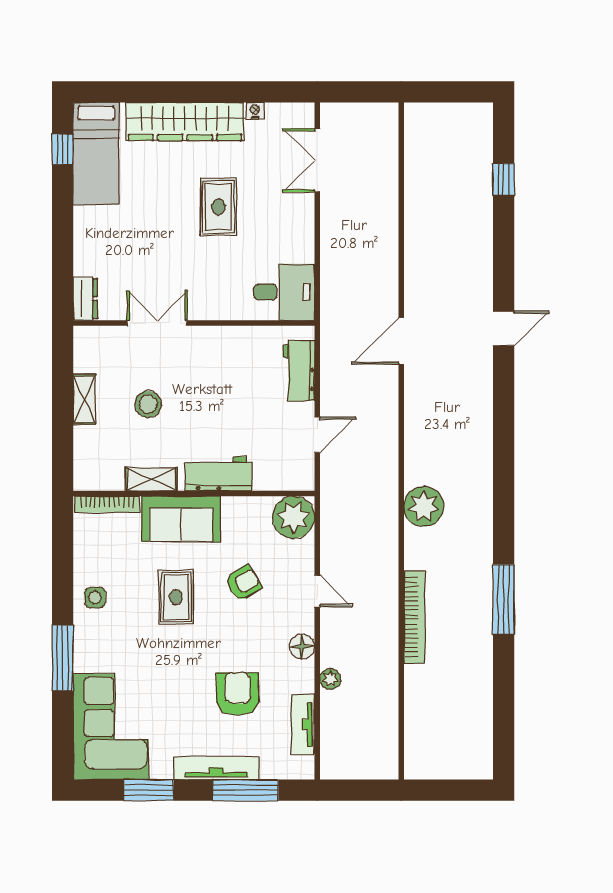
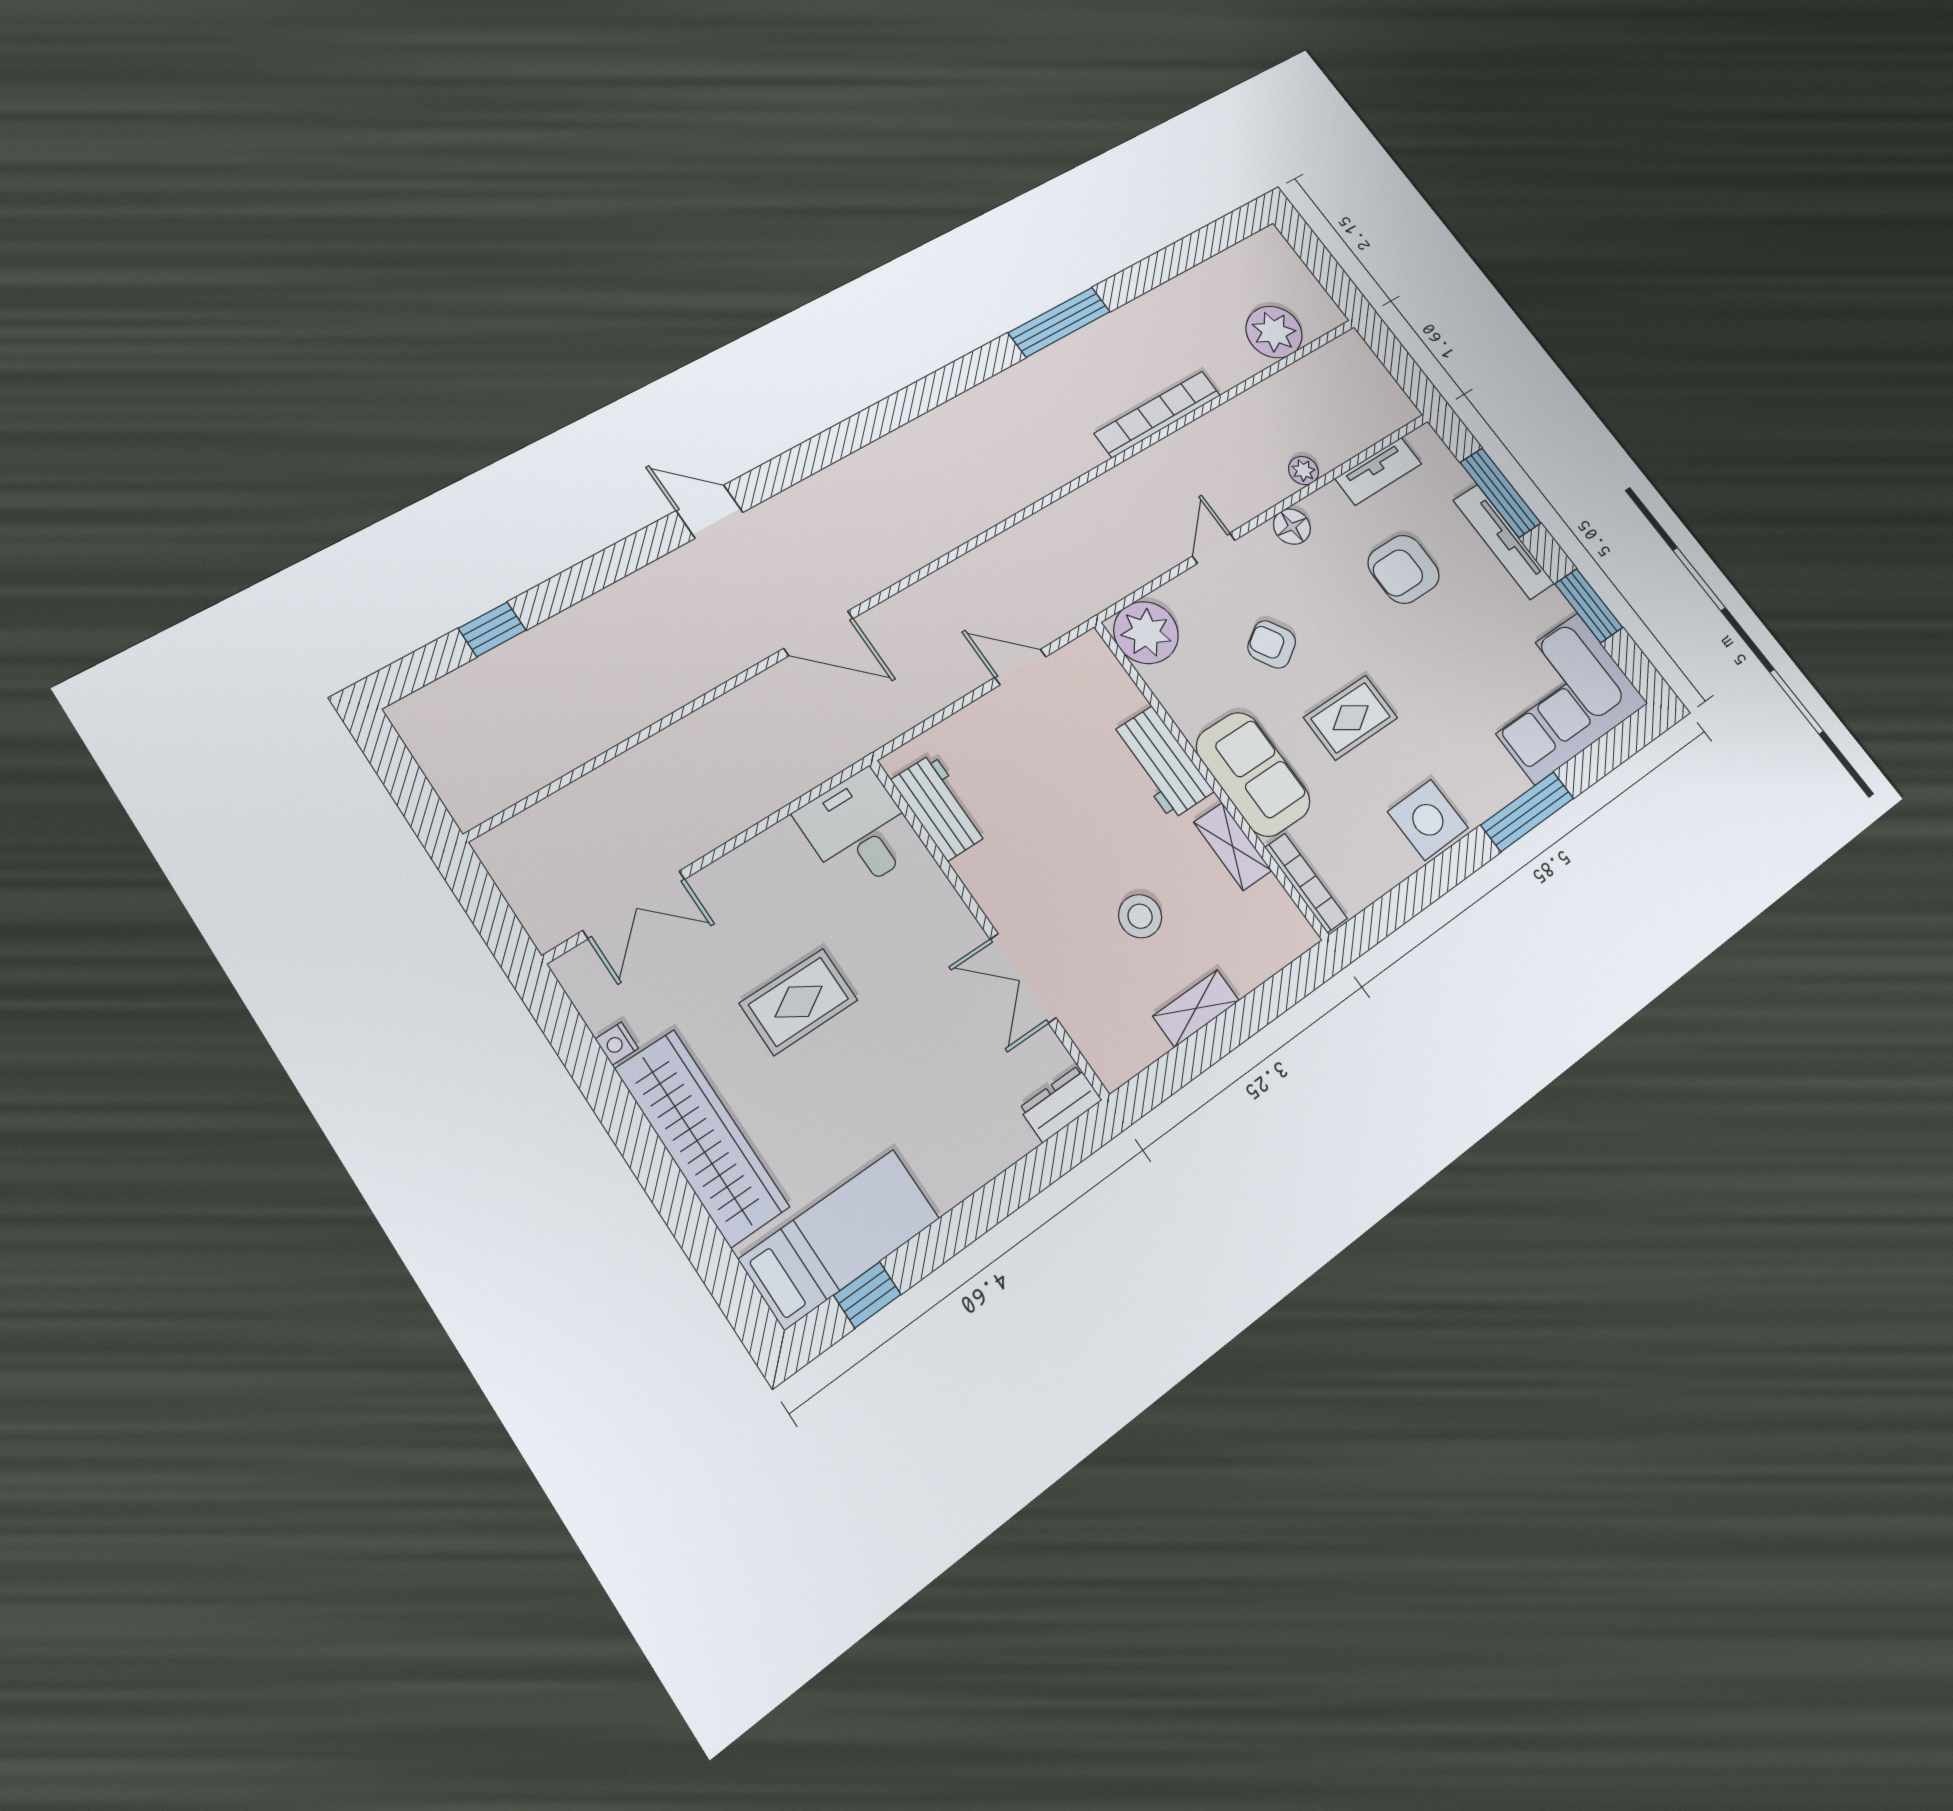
workbench: (299, 370) -> (940, 807), moved, turned -90
plant: (424, 507) -> (1274, 332), moved
side table: (95, 598) -> (1428, 820), width x1.87, depth x1.87

